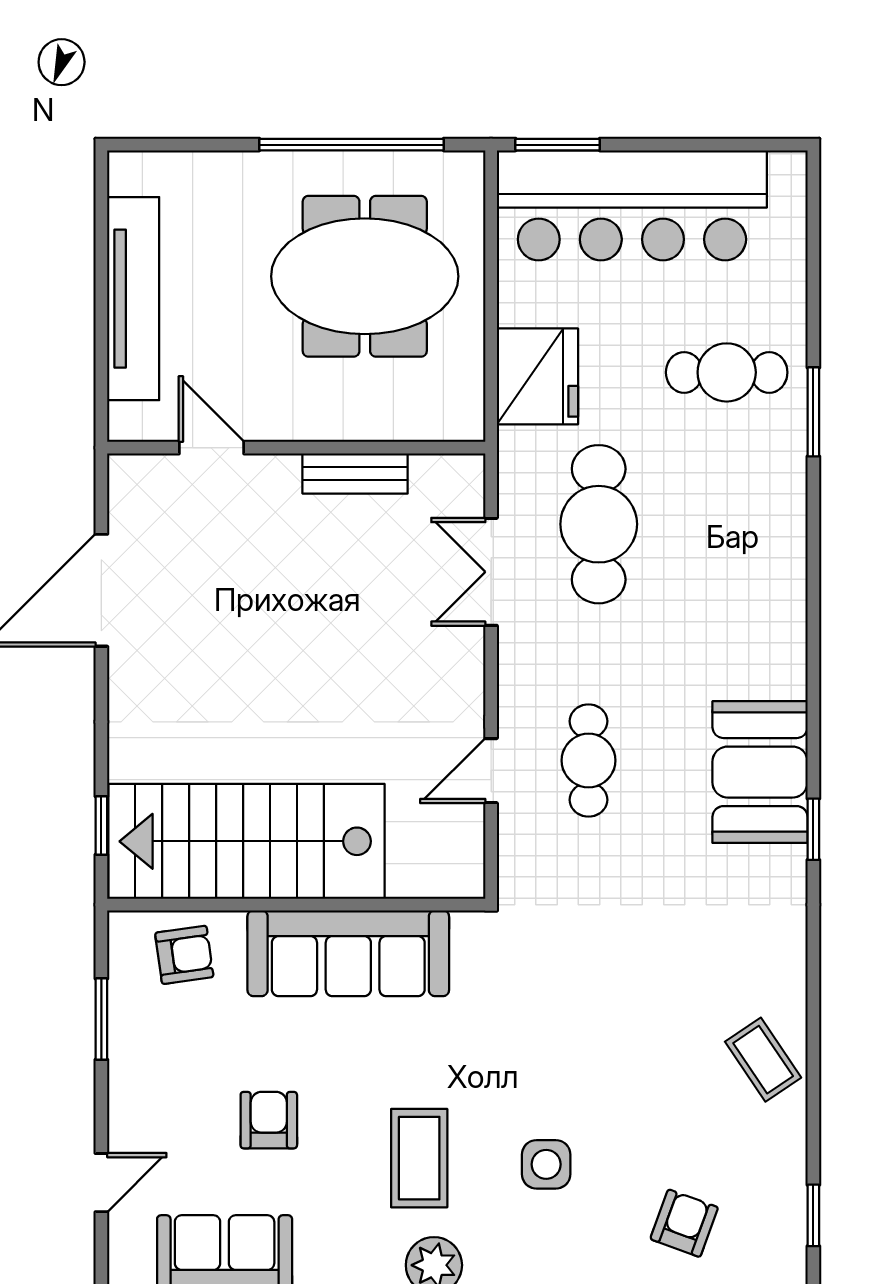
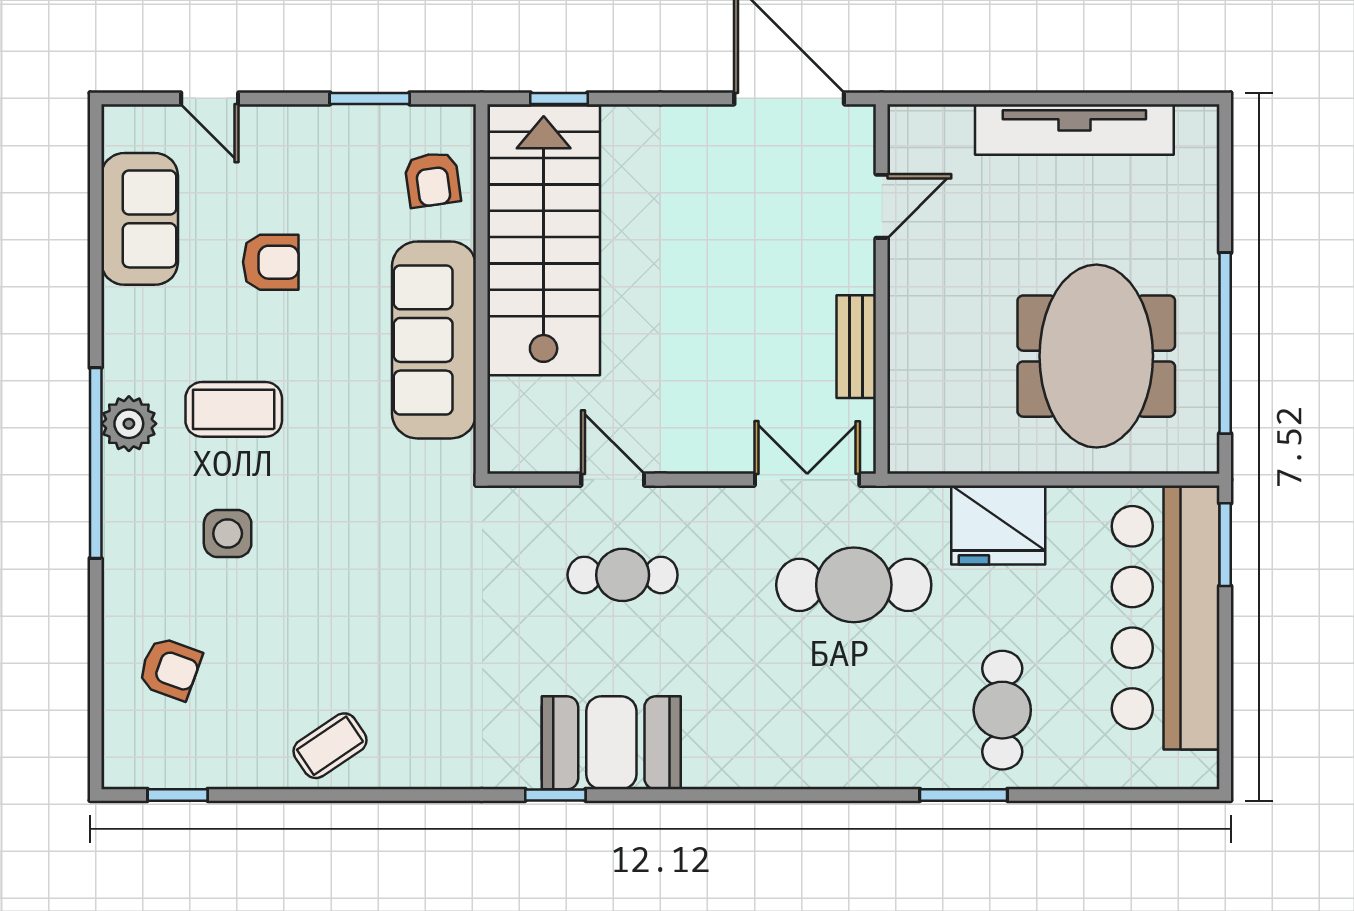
door: (212, 448) -> (882, 206), moved
wall: (296, 448) -> (882, 289), moved
bench: (355, 473) -> (856, 347), moved

